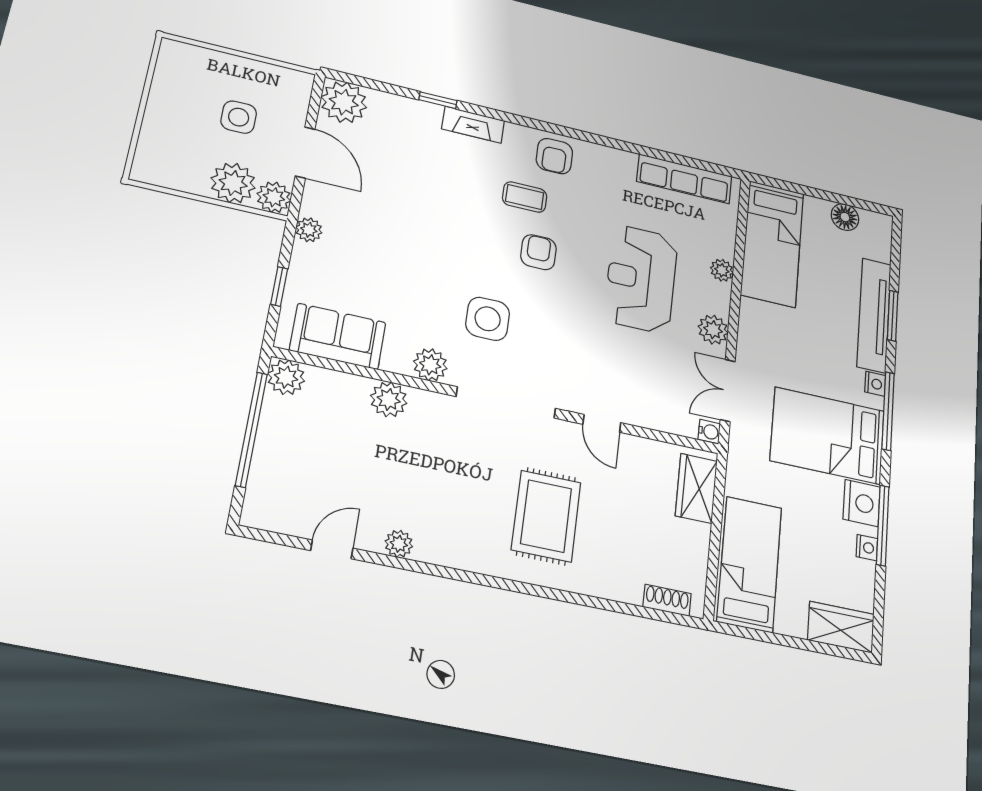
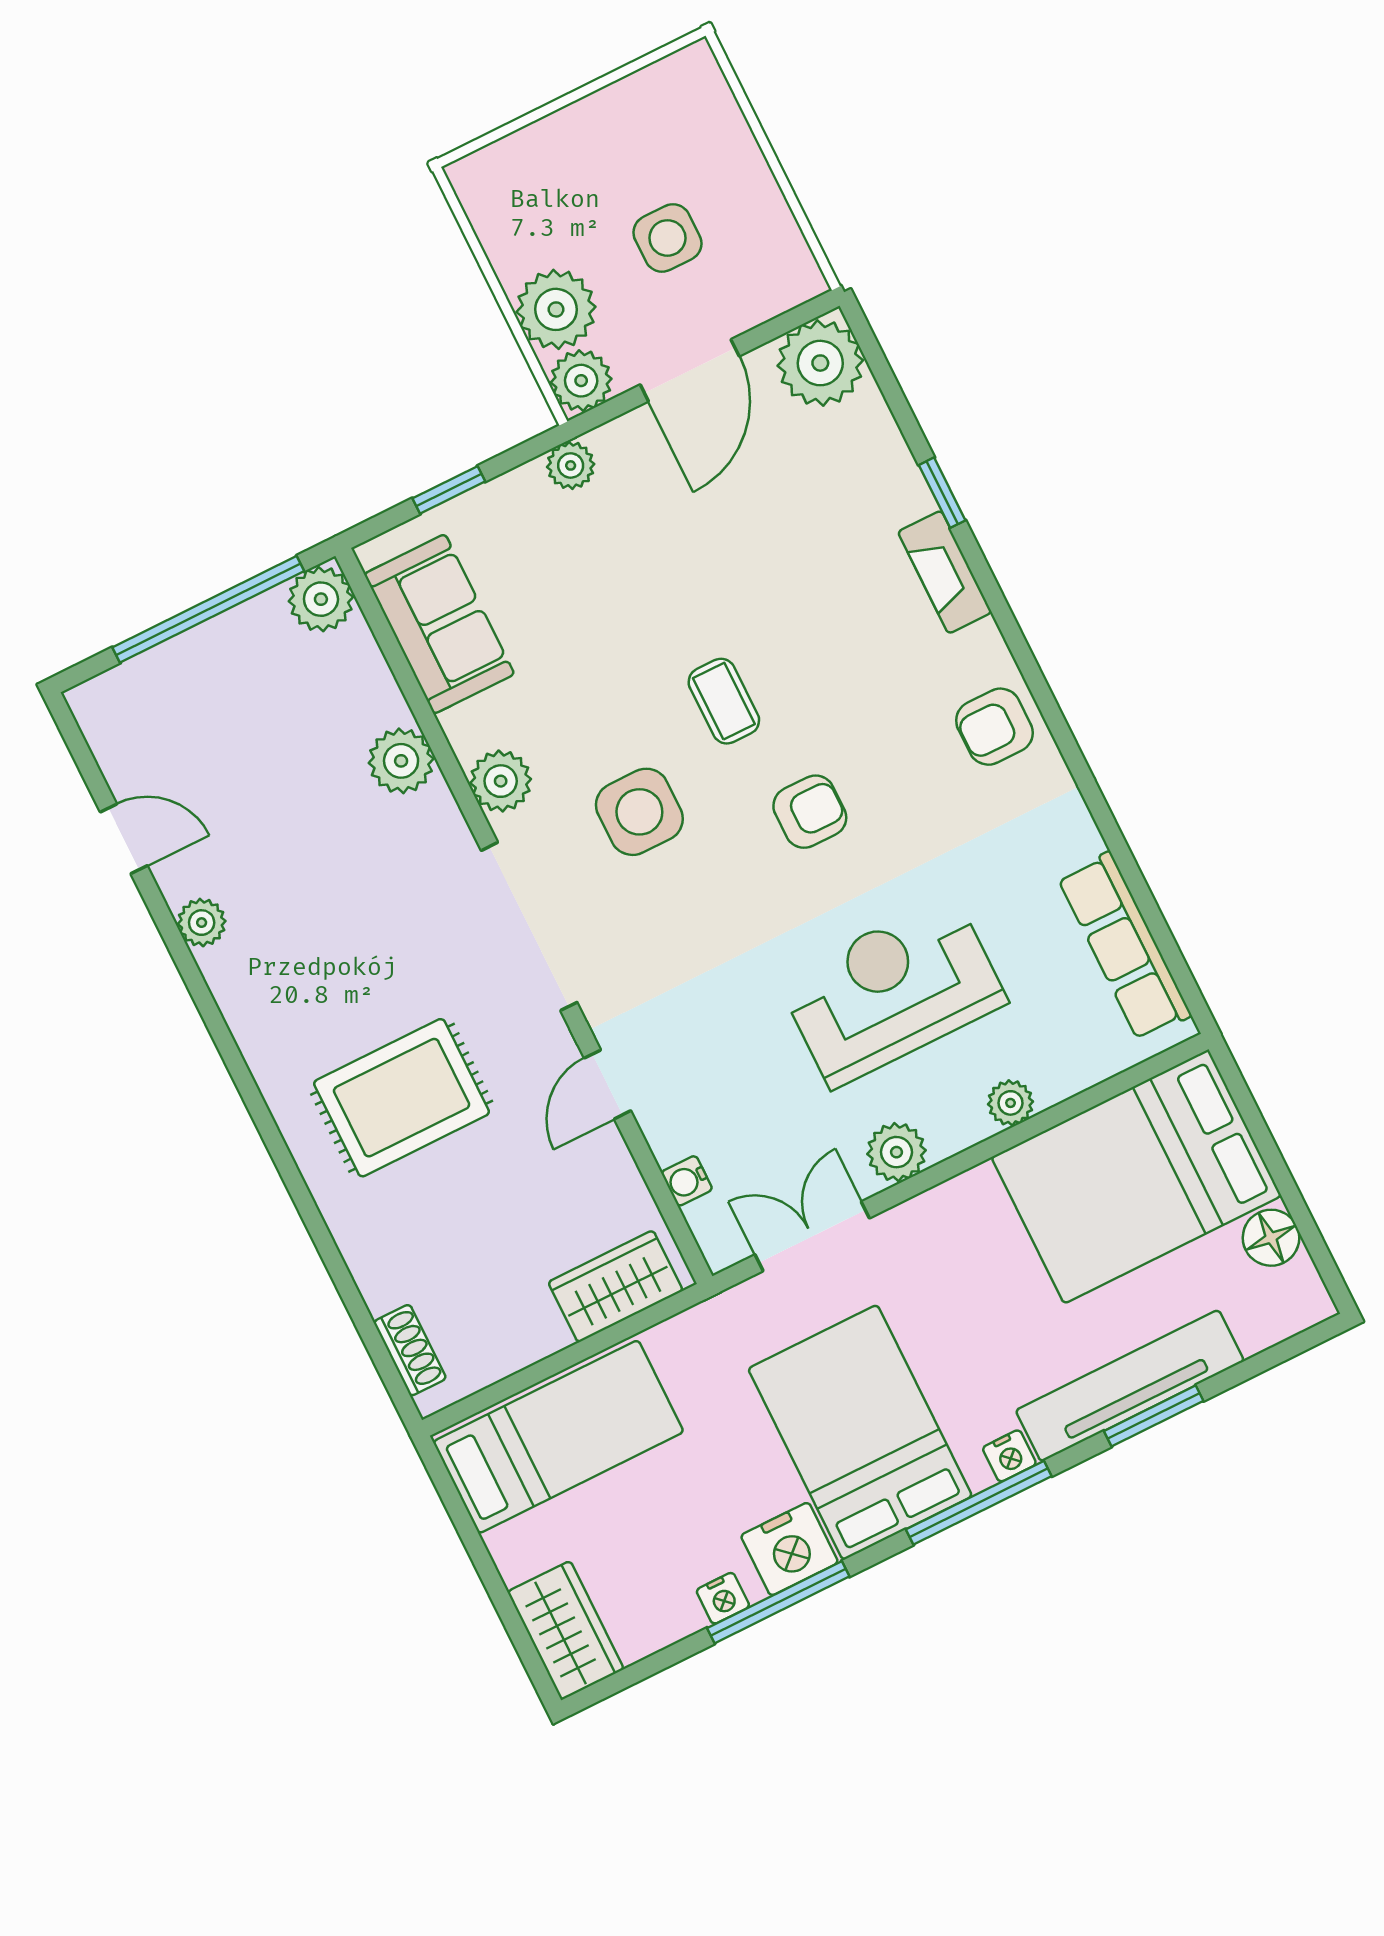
coffee table: (525, 197) -> (724, 701), moved
bed: (772, 244) -> (1136, 1176), width x1.50
water cooler: (709, 432) -> (687, 1181), moved, turned 90

